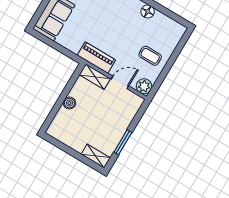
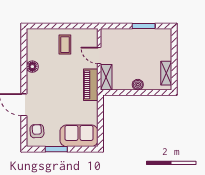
plant: (144, 86) -> (91, 35), removed
shelving: (96, 156) -> (166, 73), moved

